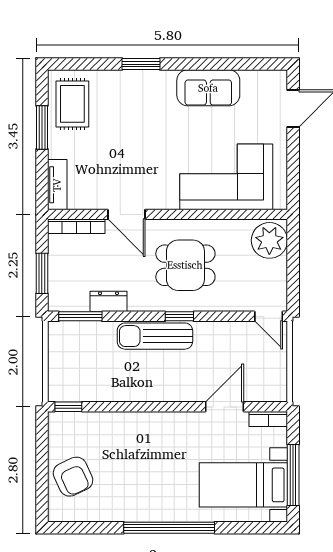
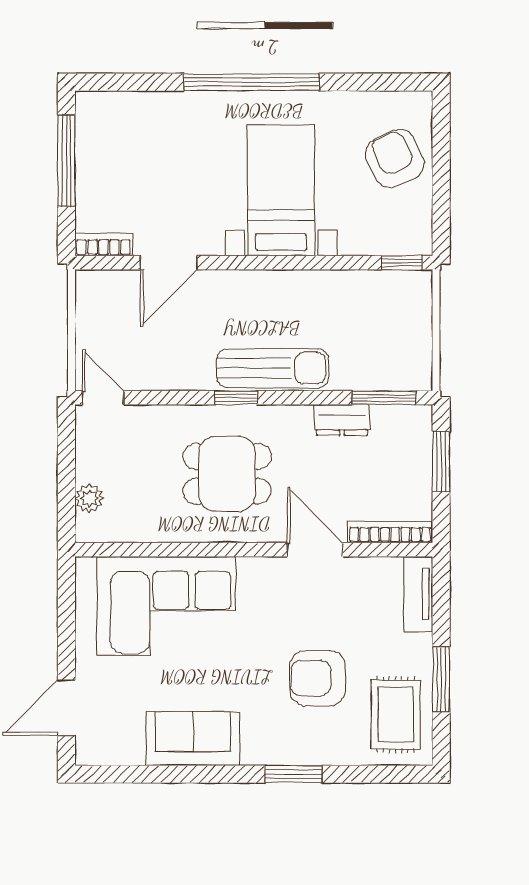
armchair: (125, 128) -> (317, 678), added
plant: (269, 240) -> (89, 498), width x0.53, depth x0.53
bed with nightstands: (243, 485) -> (281, 190), moved, turned -90

